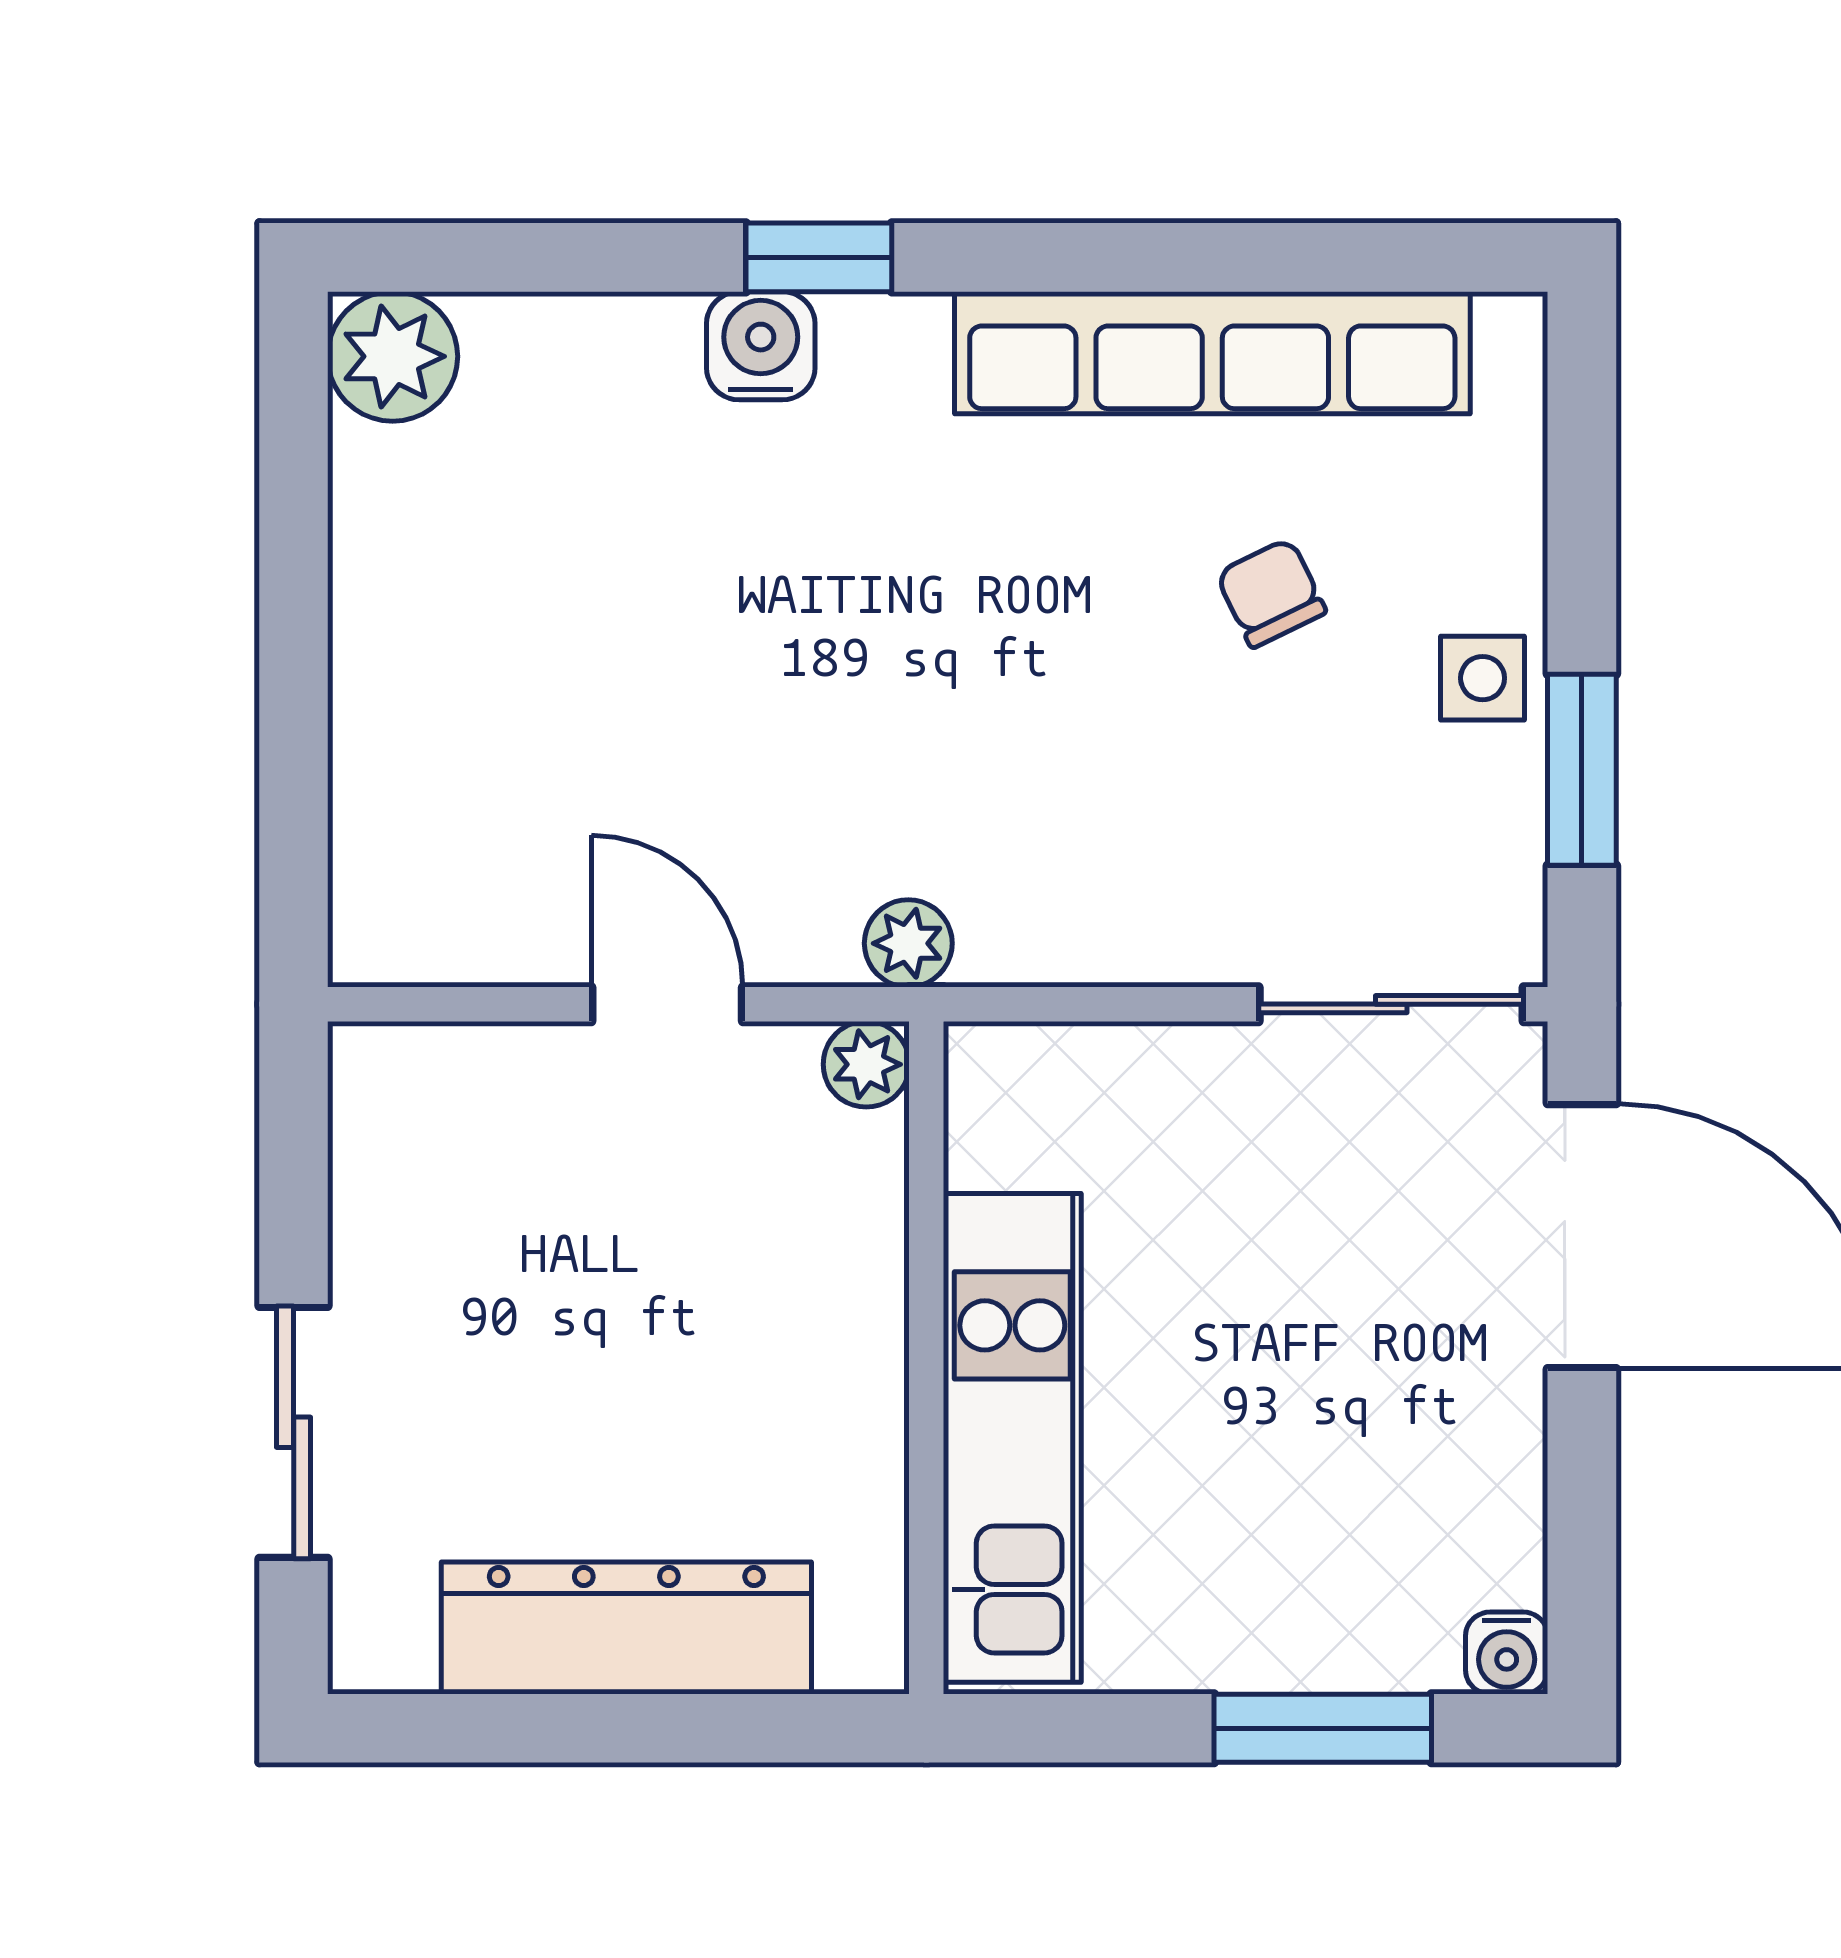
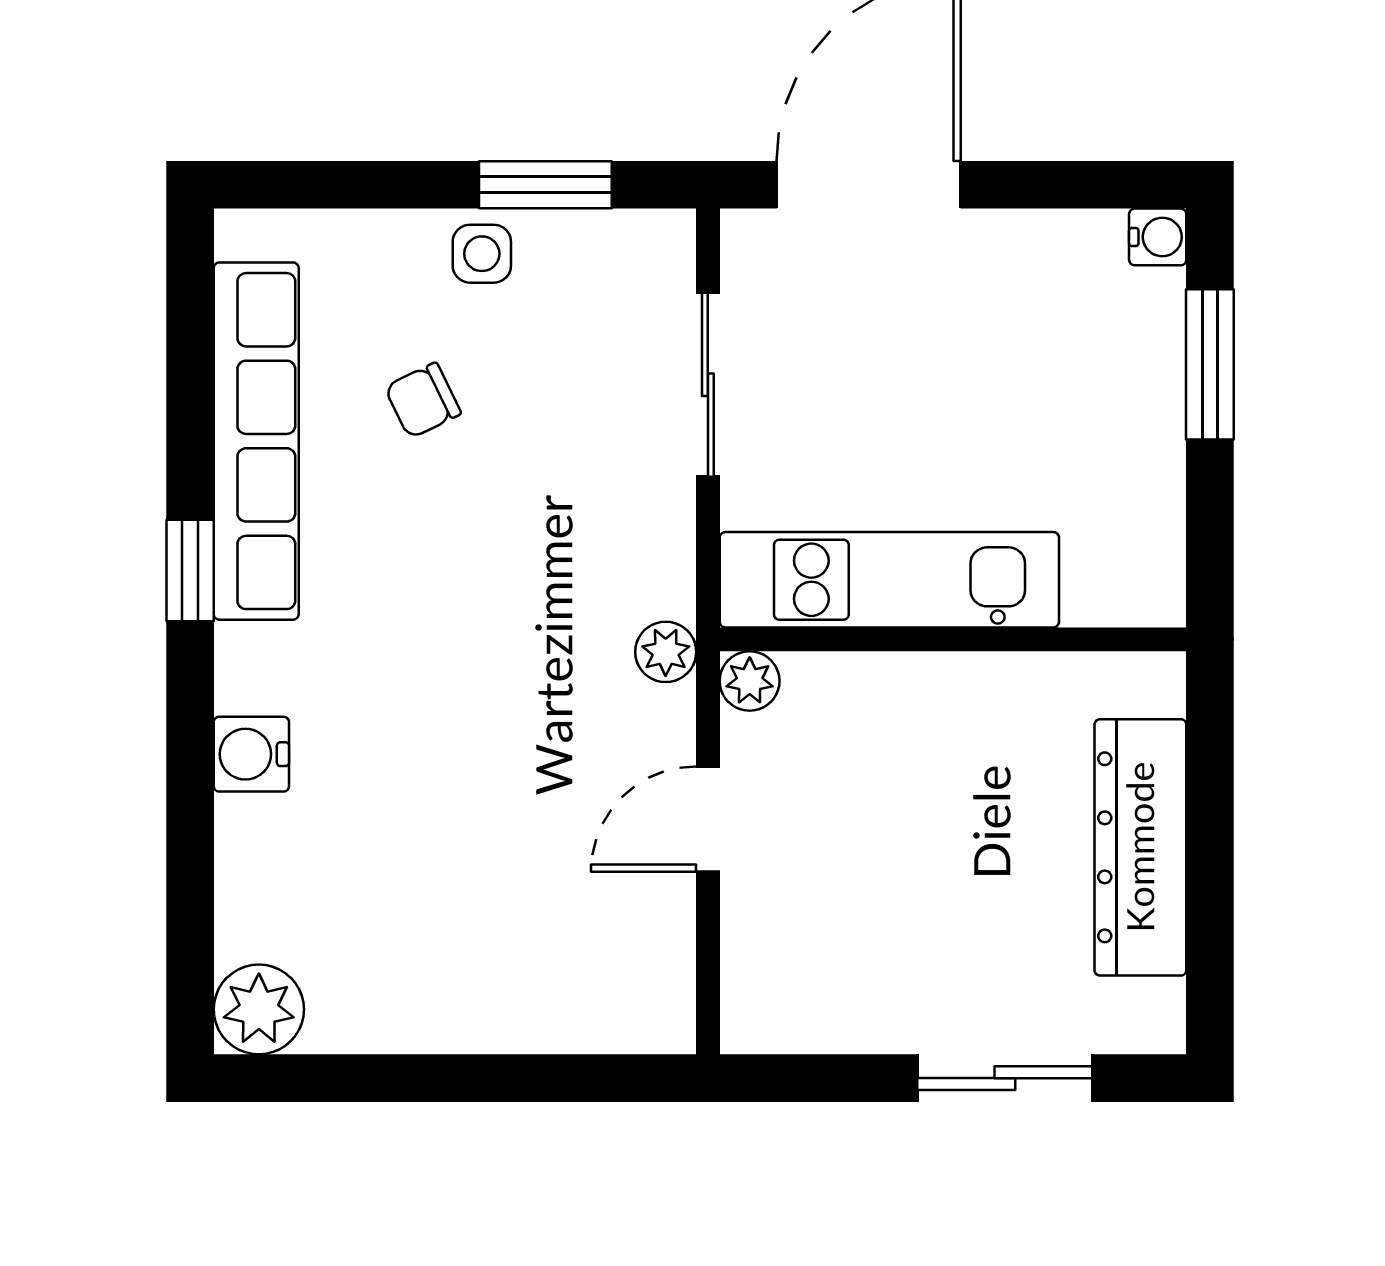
window: (819, 257) -> (190, 570), moved
sliding door: (1391, 1004) -> (708, 385), moved
kitchen unit: (1012, 1438) -> (889, 580), moved

